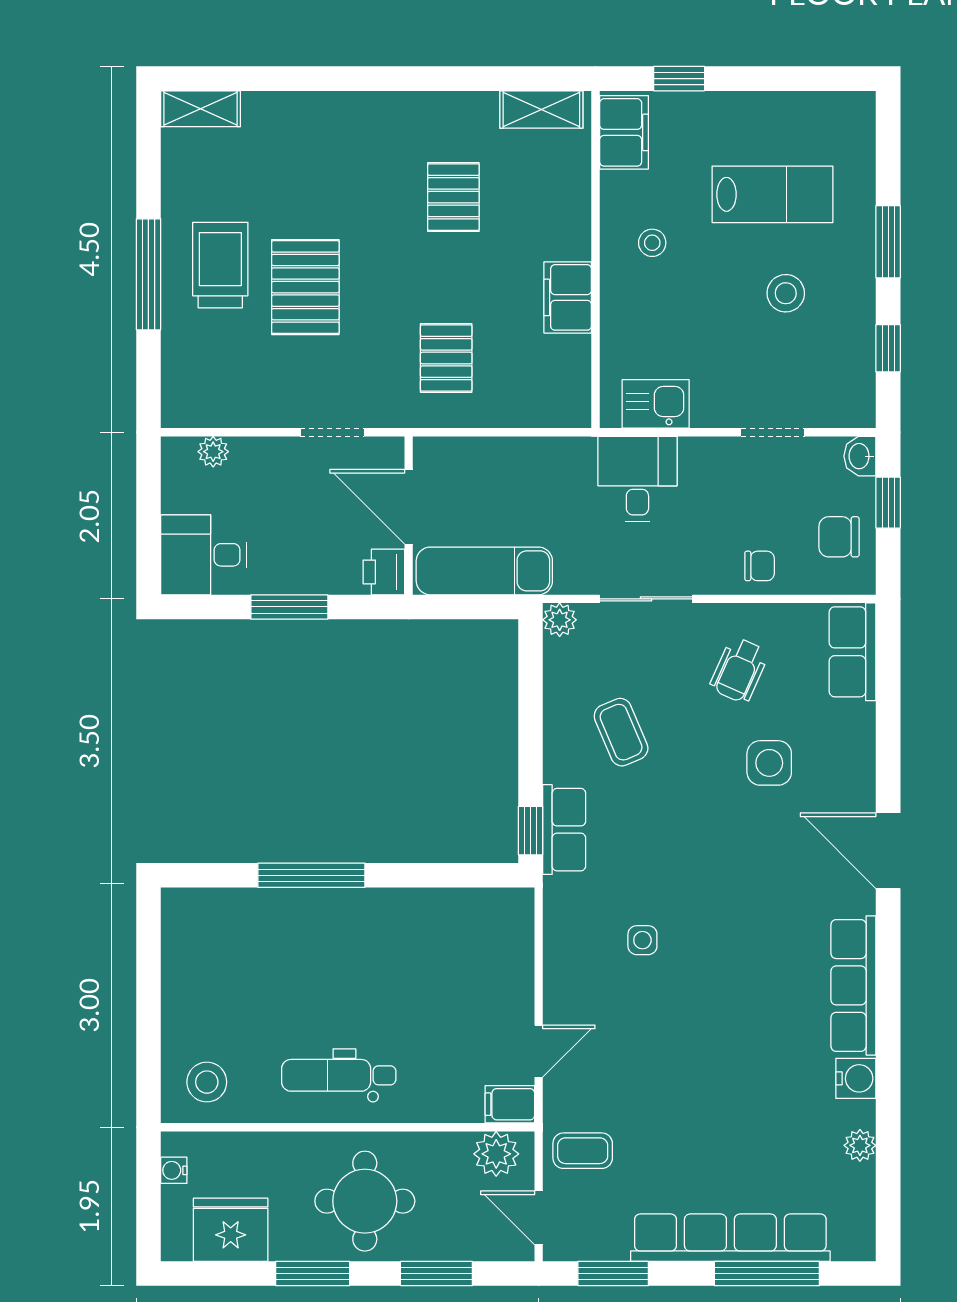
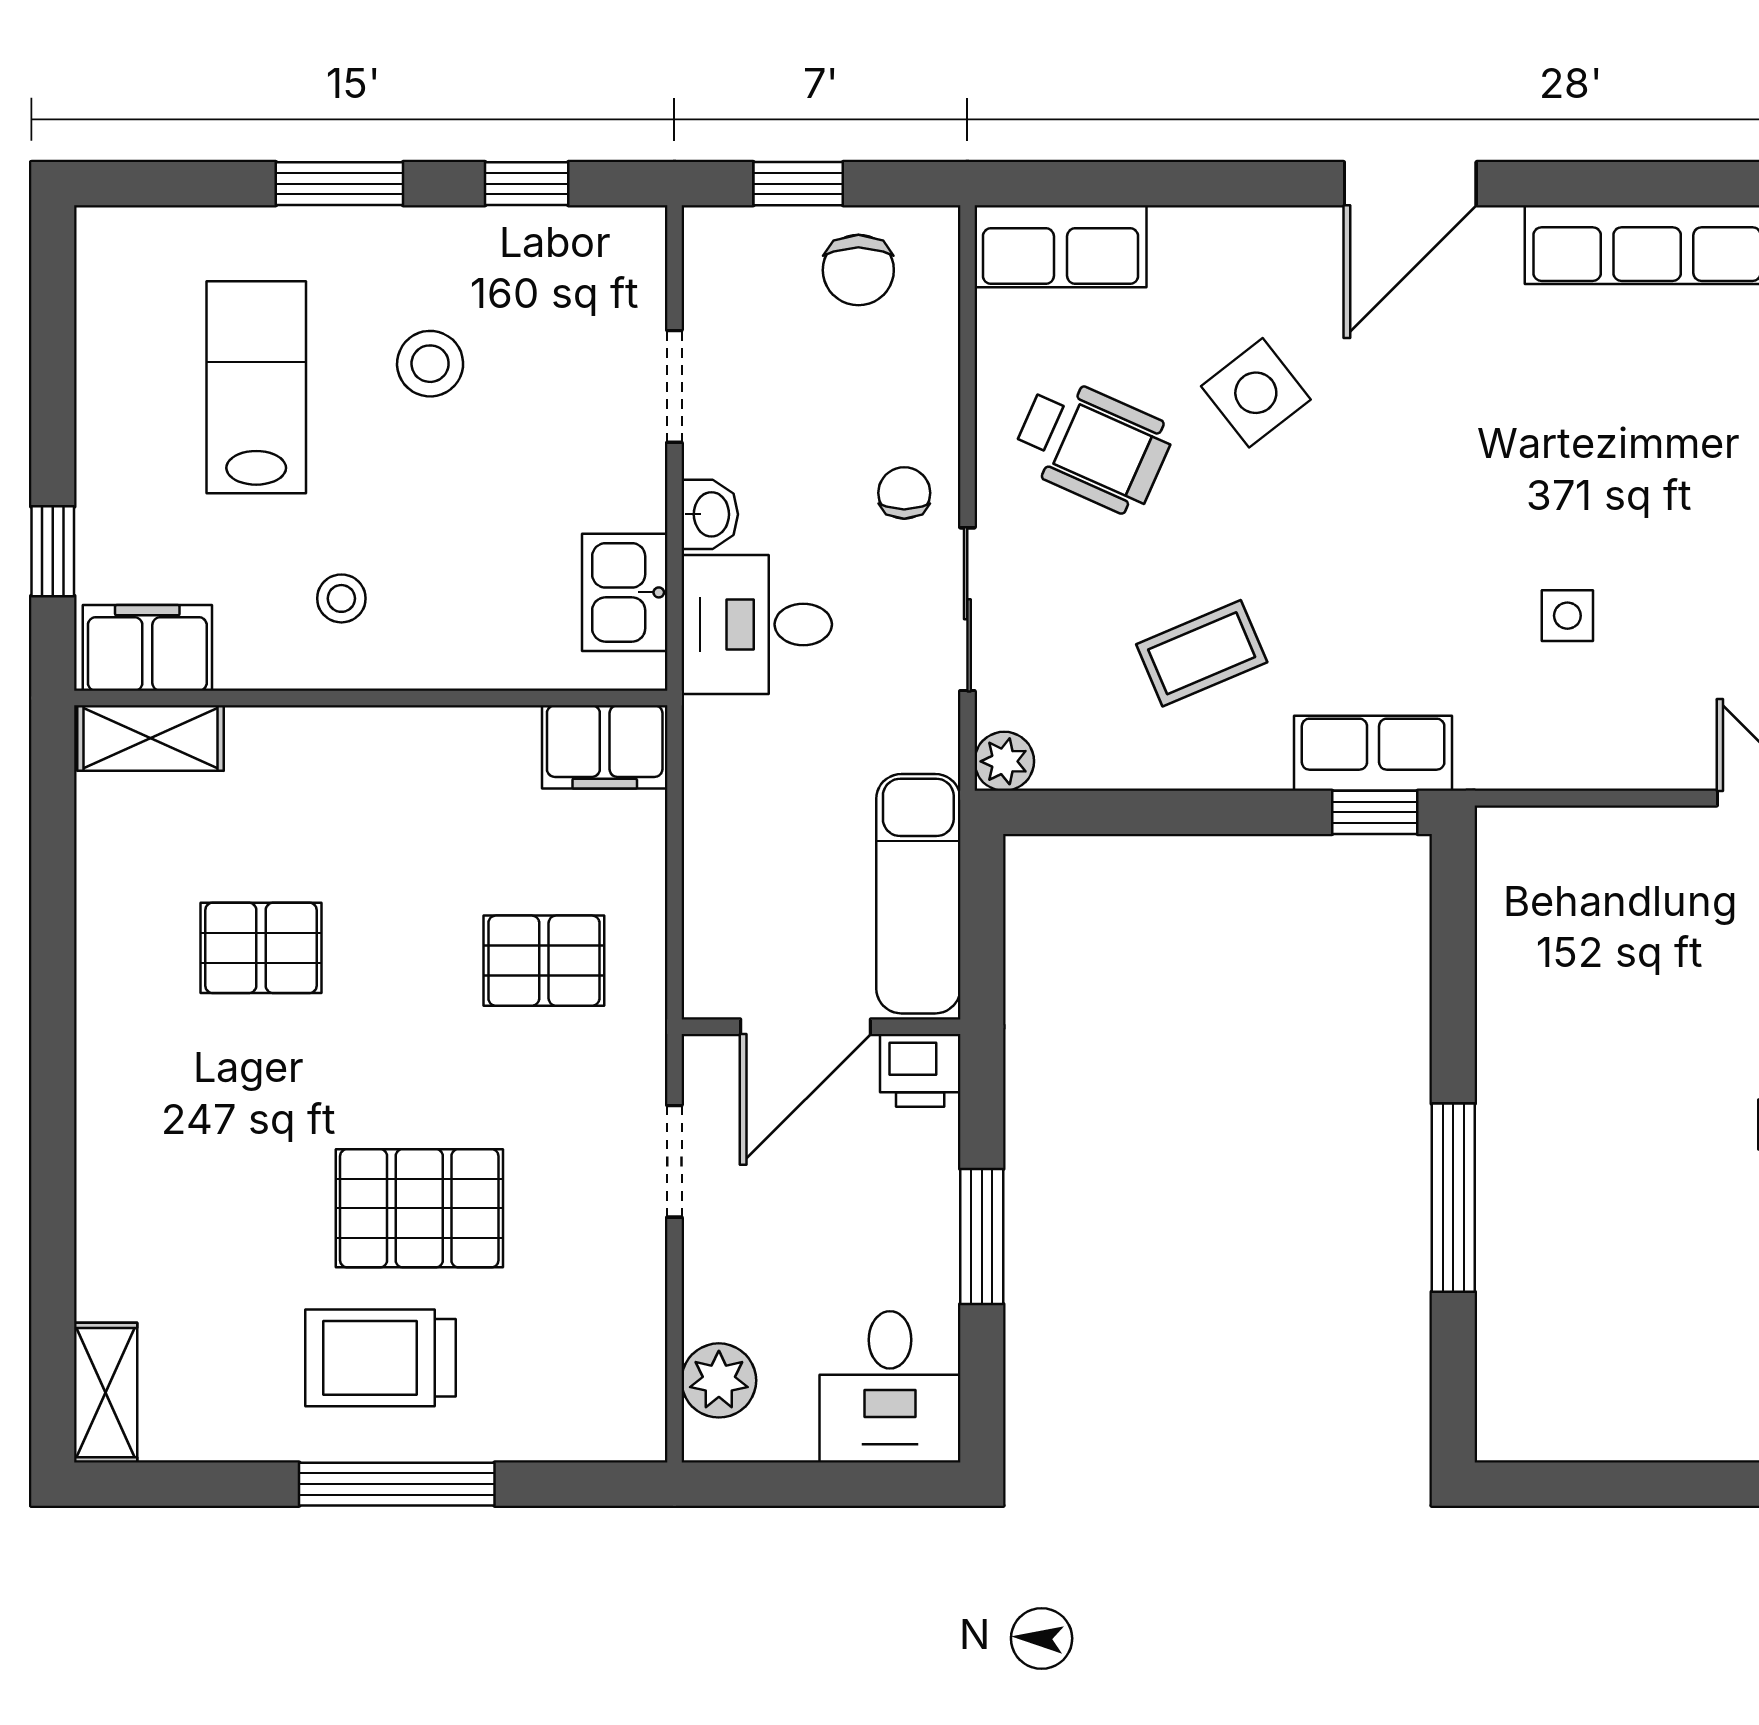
shelving: (541, 110) -> (151, 738), moved, turned 90
filing cabinet: (568, 297) -> (605, 747), moved
plant: (213, 452) -> (719, 1380), width x1.38, depth x1.38
washbasin: (860, 456) -> (710, 514), moved, turned -90
chair: (760, 566) -> (904, 493), moved
wheelchair: (739, 670) -> (1092, 445), width x1.36, depth x1.37
side table: (769, 763) -> (1256, 393), turned -38

